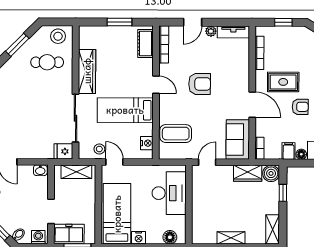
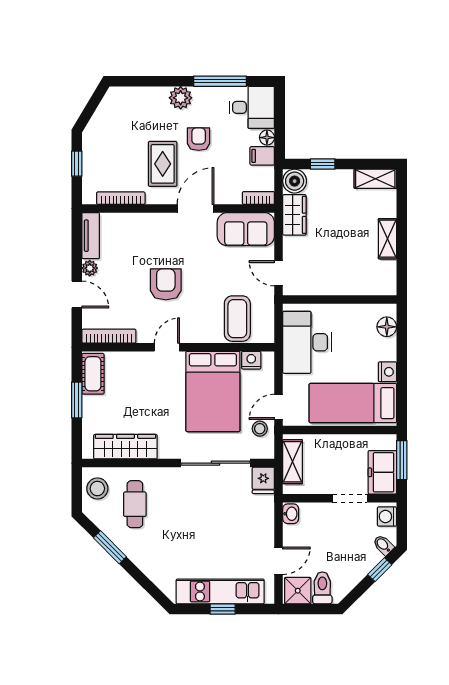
cot: (146, 44) -> (93, 374), moved, turned 90
wardrobe: (87, 71) -> (125, 447), moved
bed: (125, 110) -> (213, 391), width x1.50
desk: (169, 193) -> (307, 342), moved, turned -90

